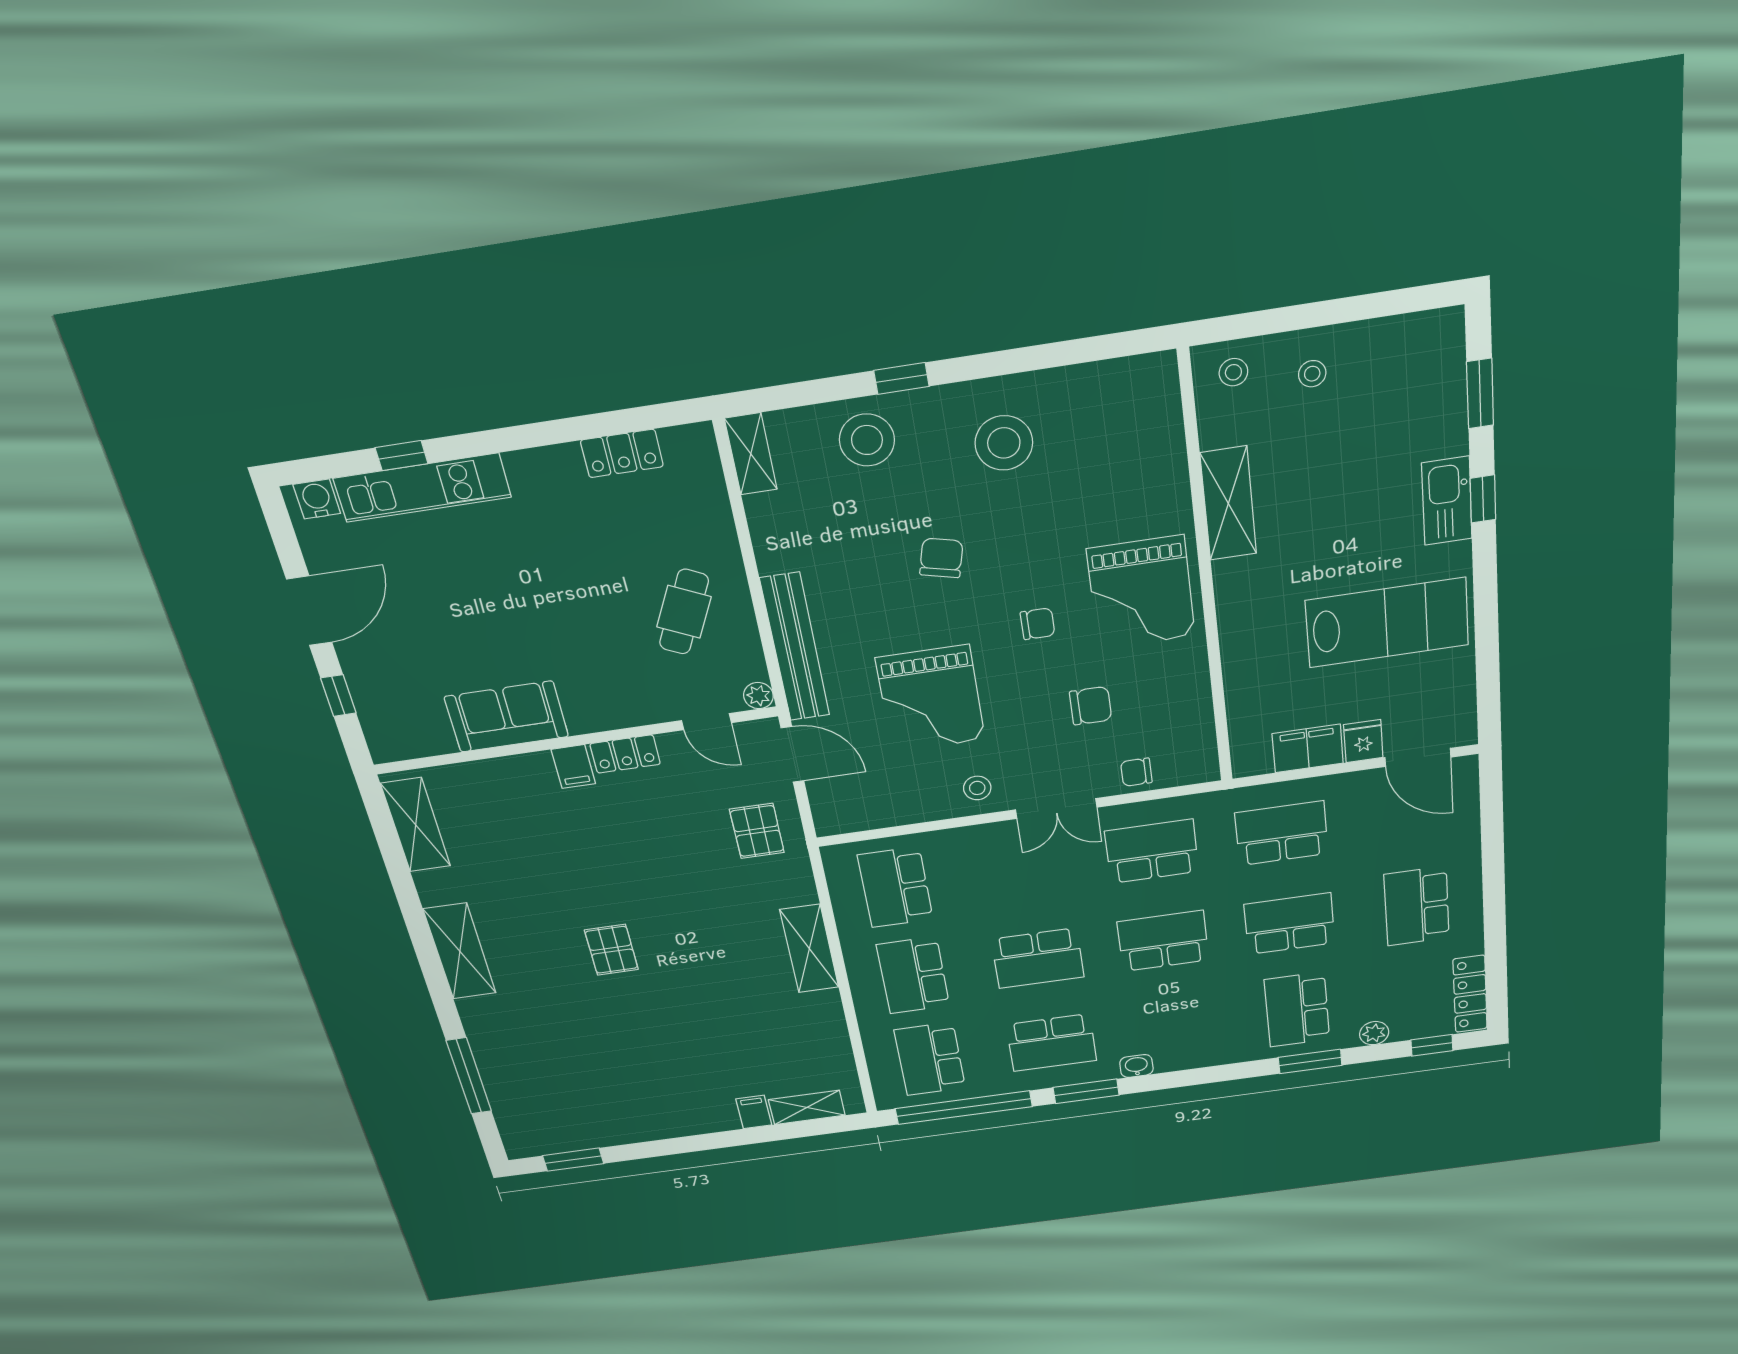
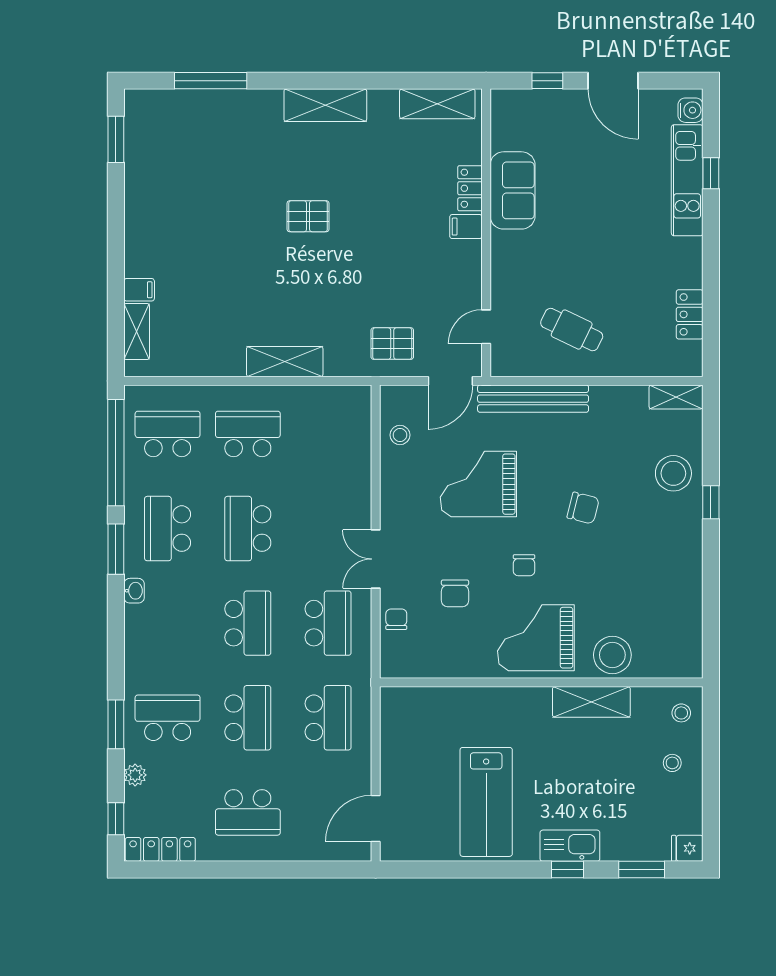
stool: (1004, 443) -> (612, 655), moved
plant: (758, 696) -> (500, 367), removed
fridge: (1363, 741) -> (687, 848), moved, turned 180
filing cabinet: (1308, 748) -> (396, 741), removed
locker: (625, 754) -> (470, 188), moved
stool: (977, 788) -> (400, 435), moved
school desk: (895, 887) -> (328, 434), removed
school desk: (1417, 906) -> (248, 812), turned 180

